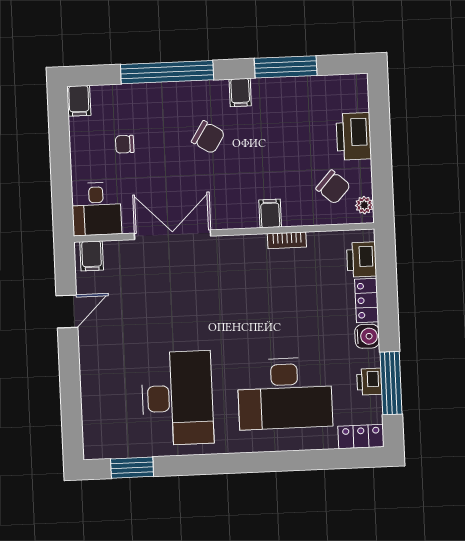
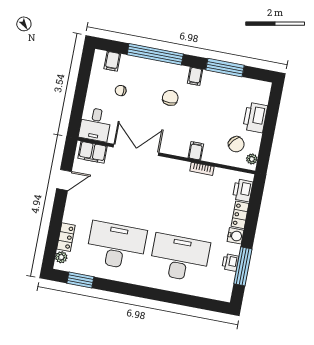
filing cabinet: (79, 101) -> (112, 61), moved
chair: (208, 137) -> (170, 98), turned -122
filing cabinet: (92, 256) -> (92, 152), width x2.00
desk: (285, 393) -> (180, 258), turned 180
desk: (177, 398) -> (116, 246), turned -90
locker: (361, 437) -> (66, 237), moved, turned 90
plant: (92, 438) -> (61, 257), added

